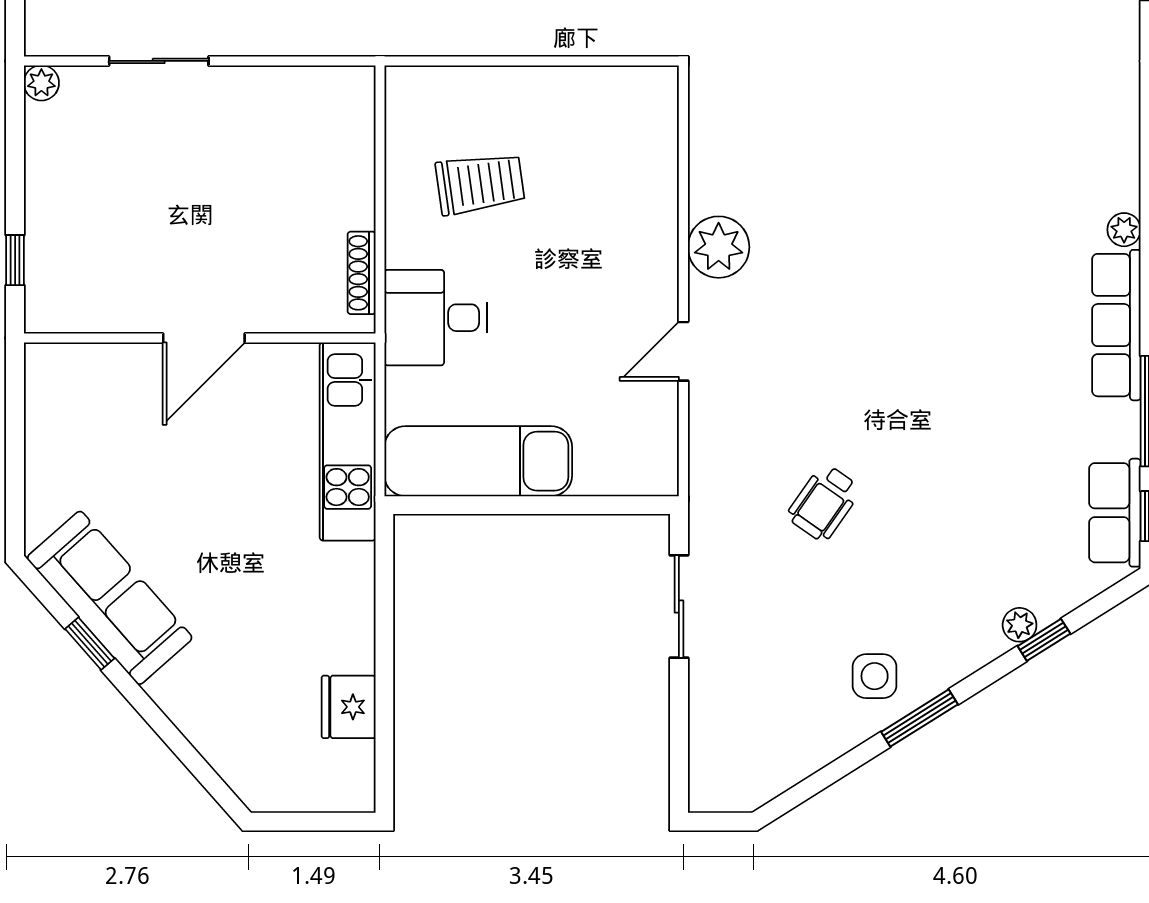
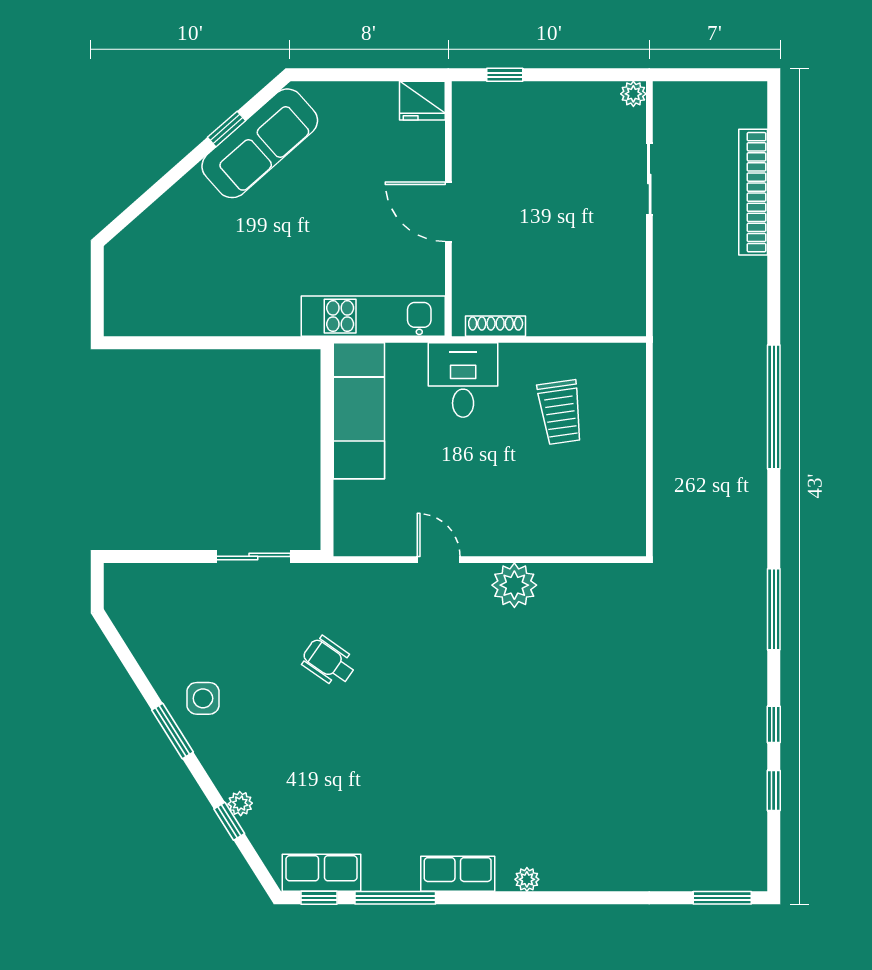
row of seats: (1116, 325) -> (458, 874), width x0.68
fridge: (349, 707) -> (422, 101), moved, turned 180

